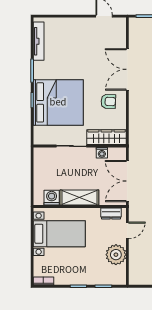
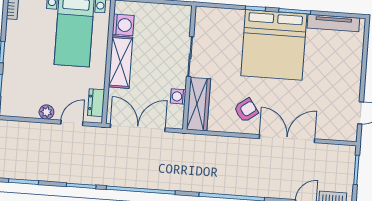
armchair: (108, 101) -> (246, 110), turned -128
bed: (58, 102) -> (274, 45), moved
door: (127, 230) -> (72, 123), swing flipped
plant: (116, 255) -> (46, 112), width x0.53, depth x0.53

